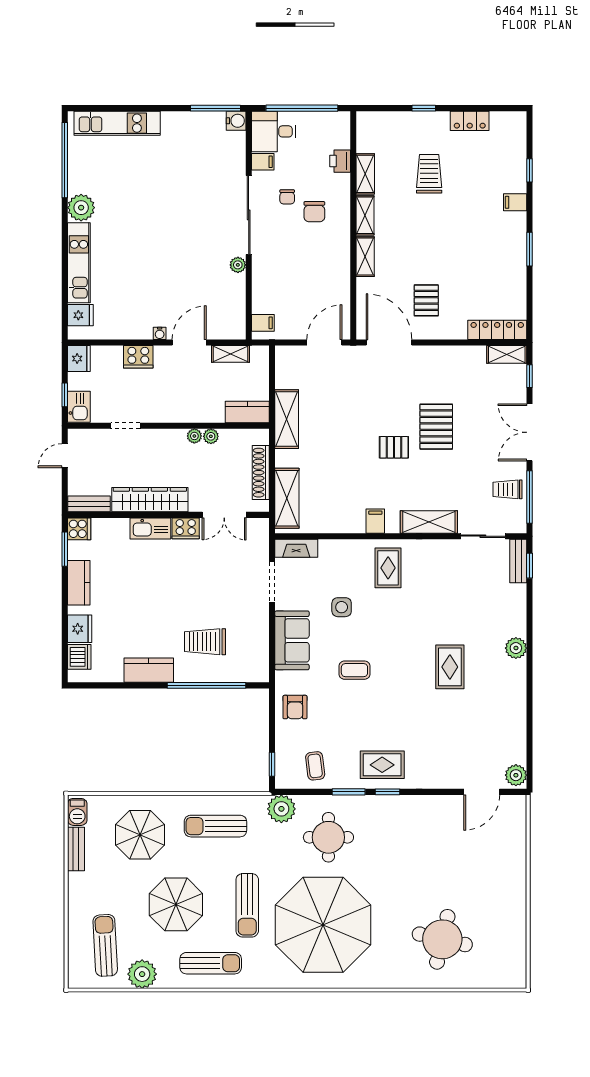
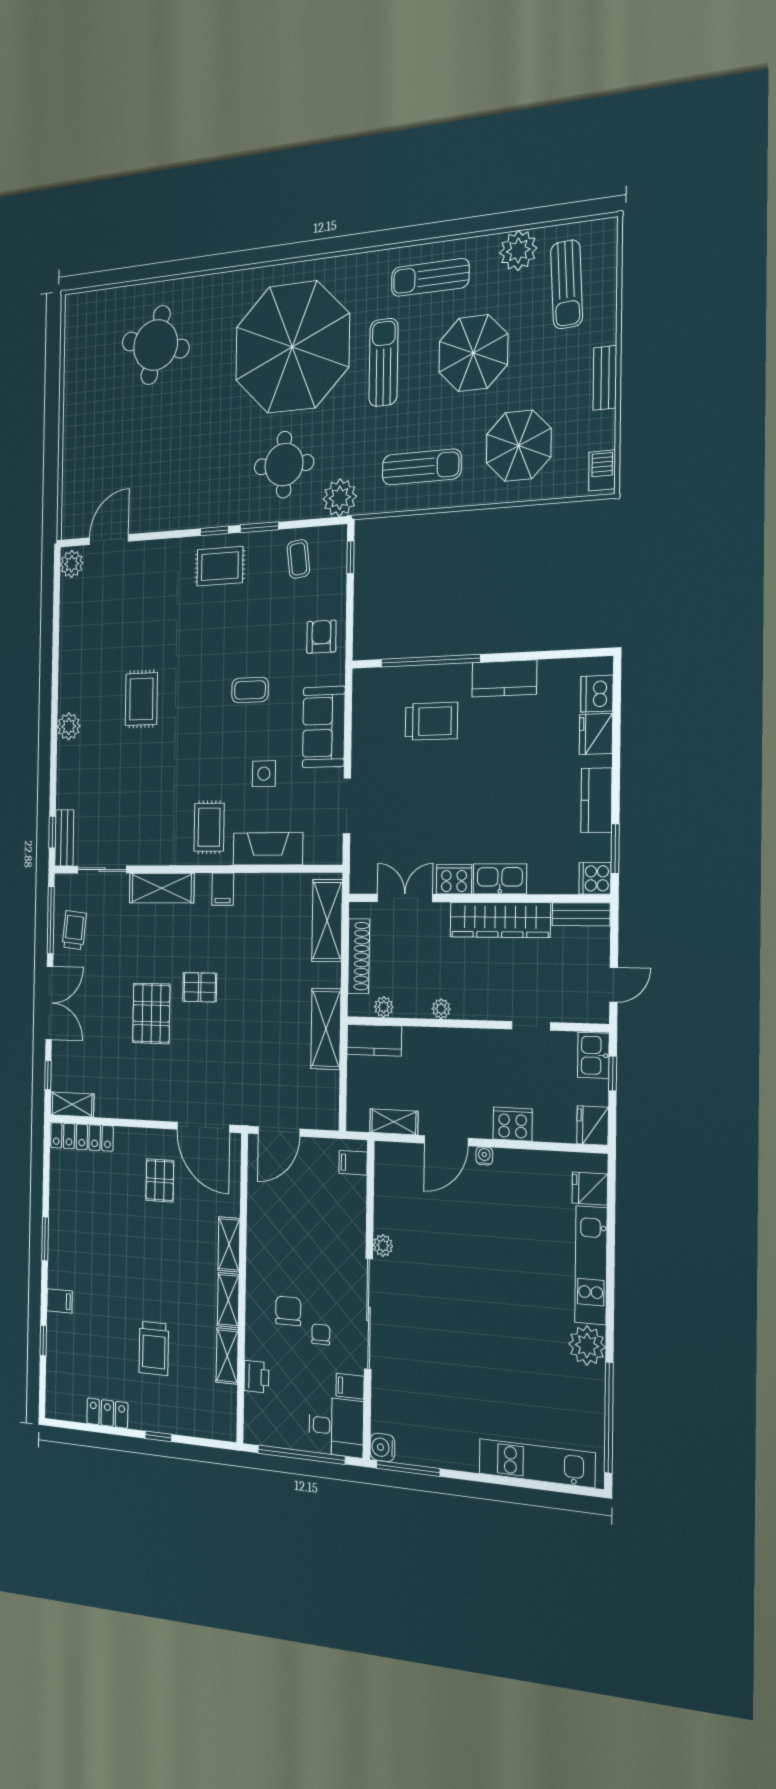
plant: (211, 436) -> (384, 1007), moved
trolley: (508, 489) -> (74, 930), turned -84
fireplace: (296, 548) -> (268, 849), moved, width x1.37, depth x1.32
bench: (76, 849) -> (605, 378), moved

